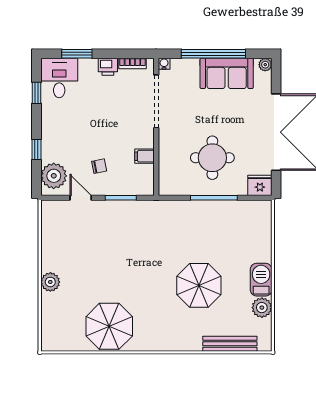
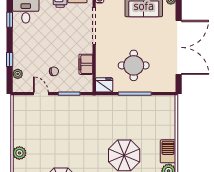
filing cabinet: (145, 156) -> (86, 64), width x2.00
plant: (54, 176) -> (18, 74), width x0.53, depth x0.53
fridge: (260, 185) -> (104, 85), moved

